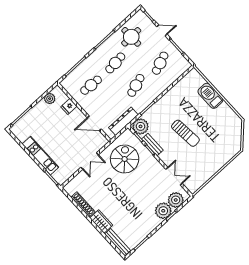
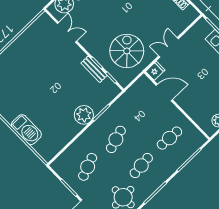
fridge: (69, 106) -> (155, 71), moved
dresser: (123, 121) -> (130, 96), removed
plant: (140, 126) -> (84, 115), moved
sun lounger: (185, 133) -> (55, 84), removed
spiral stairs: (125, 159) -> (127, 51), turned 180
double door: (174, 176) -> (67, 32), swing flipped

